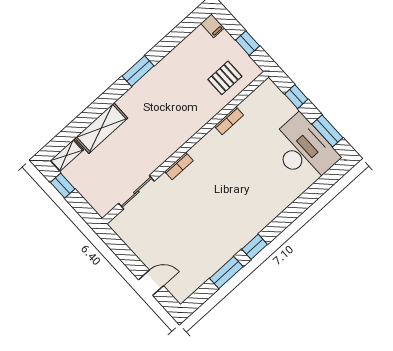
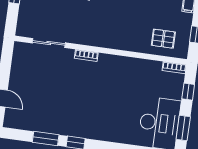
bookcase: (229, 121) -> (174, 68), moved

